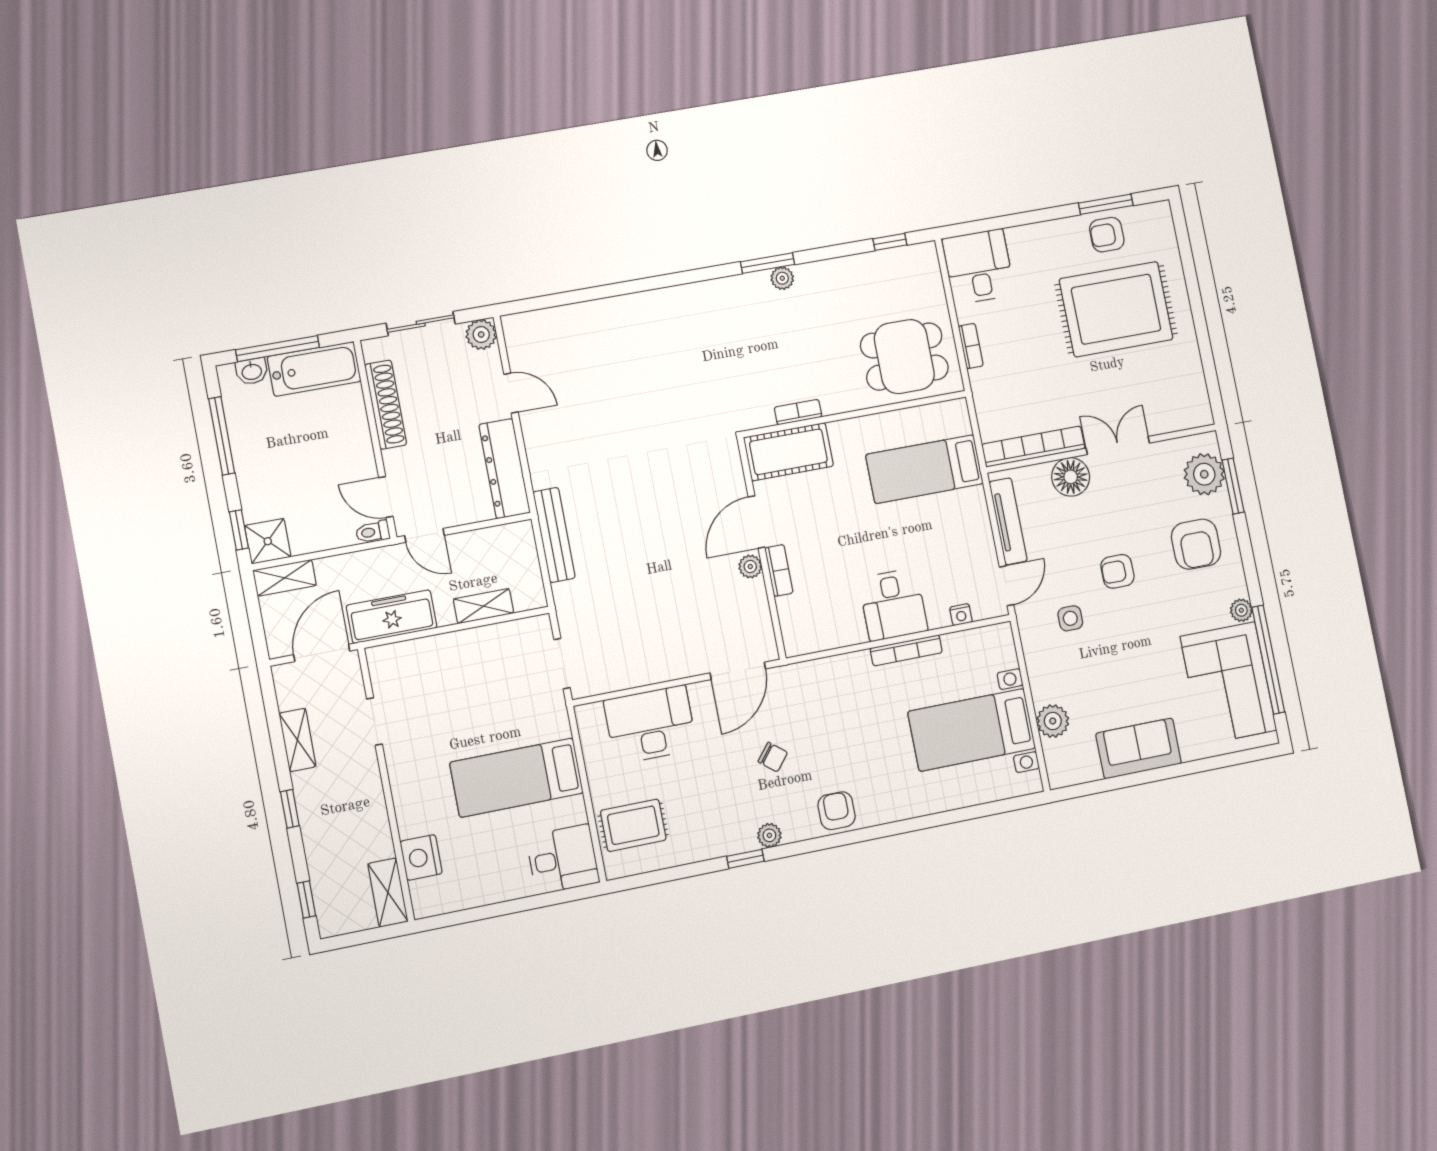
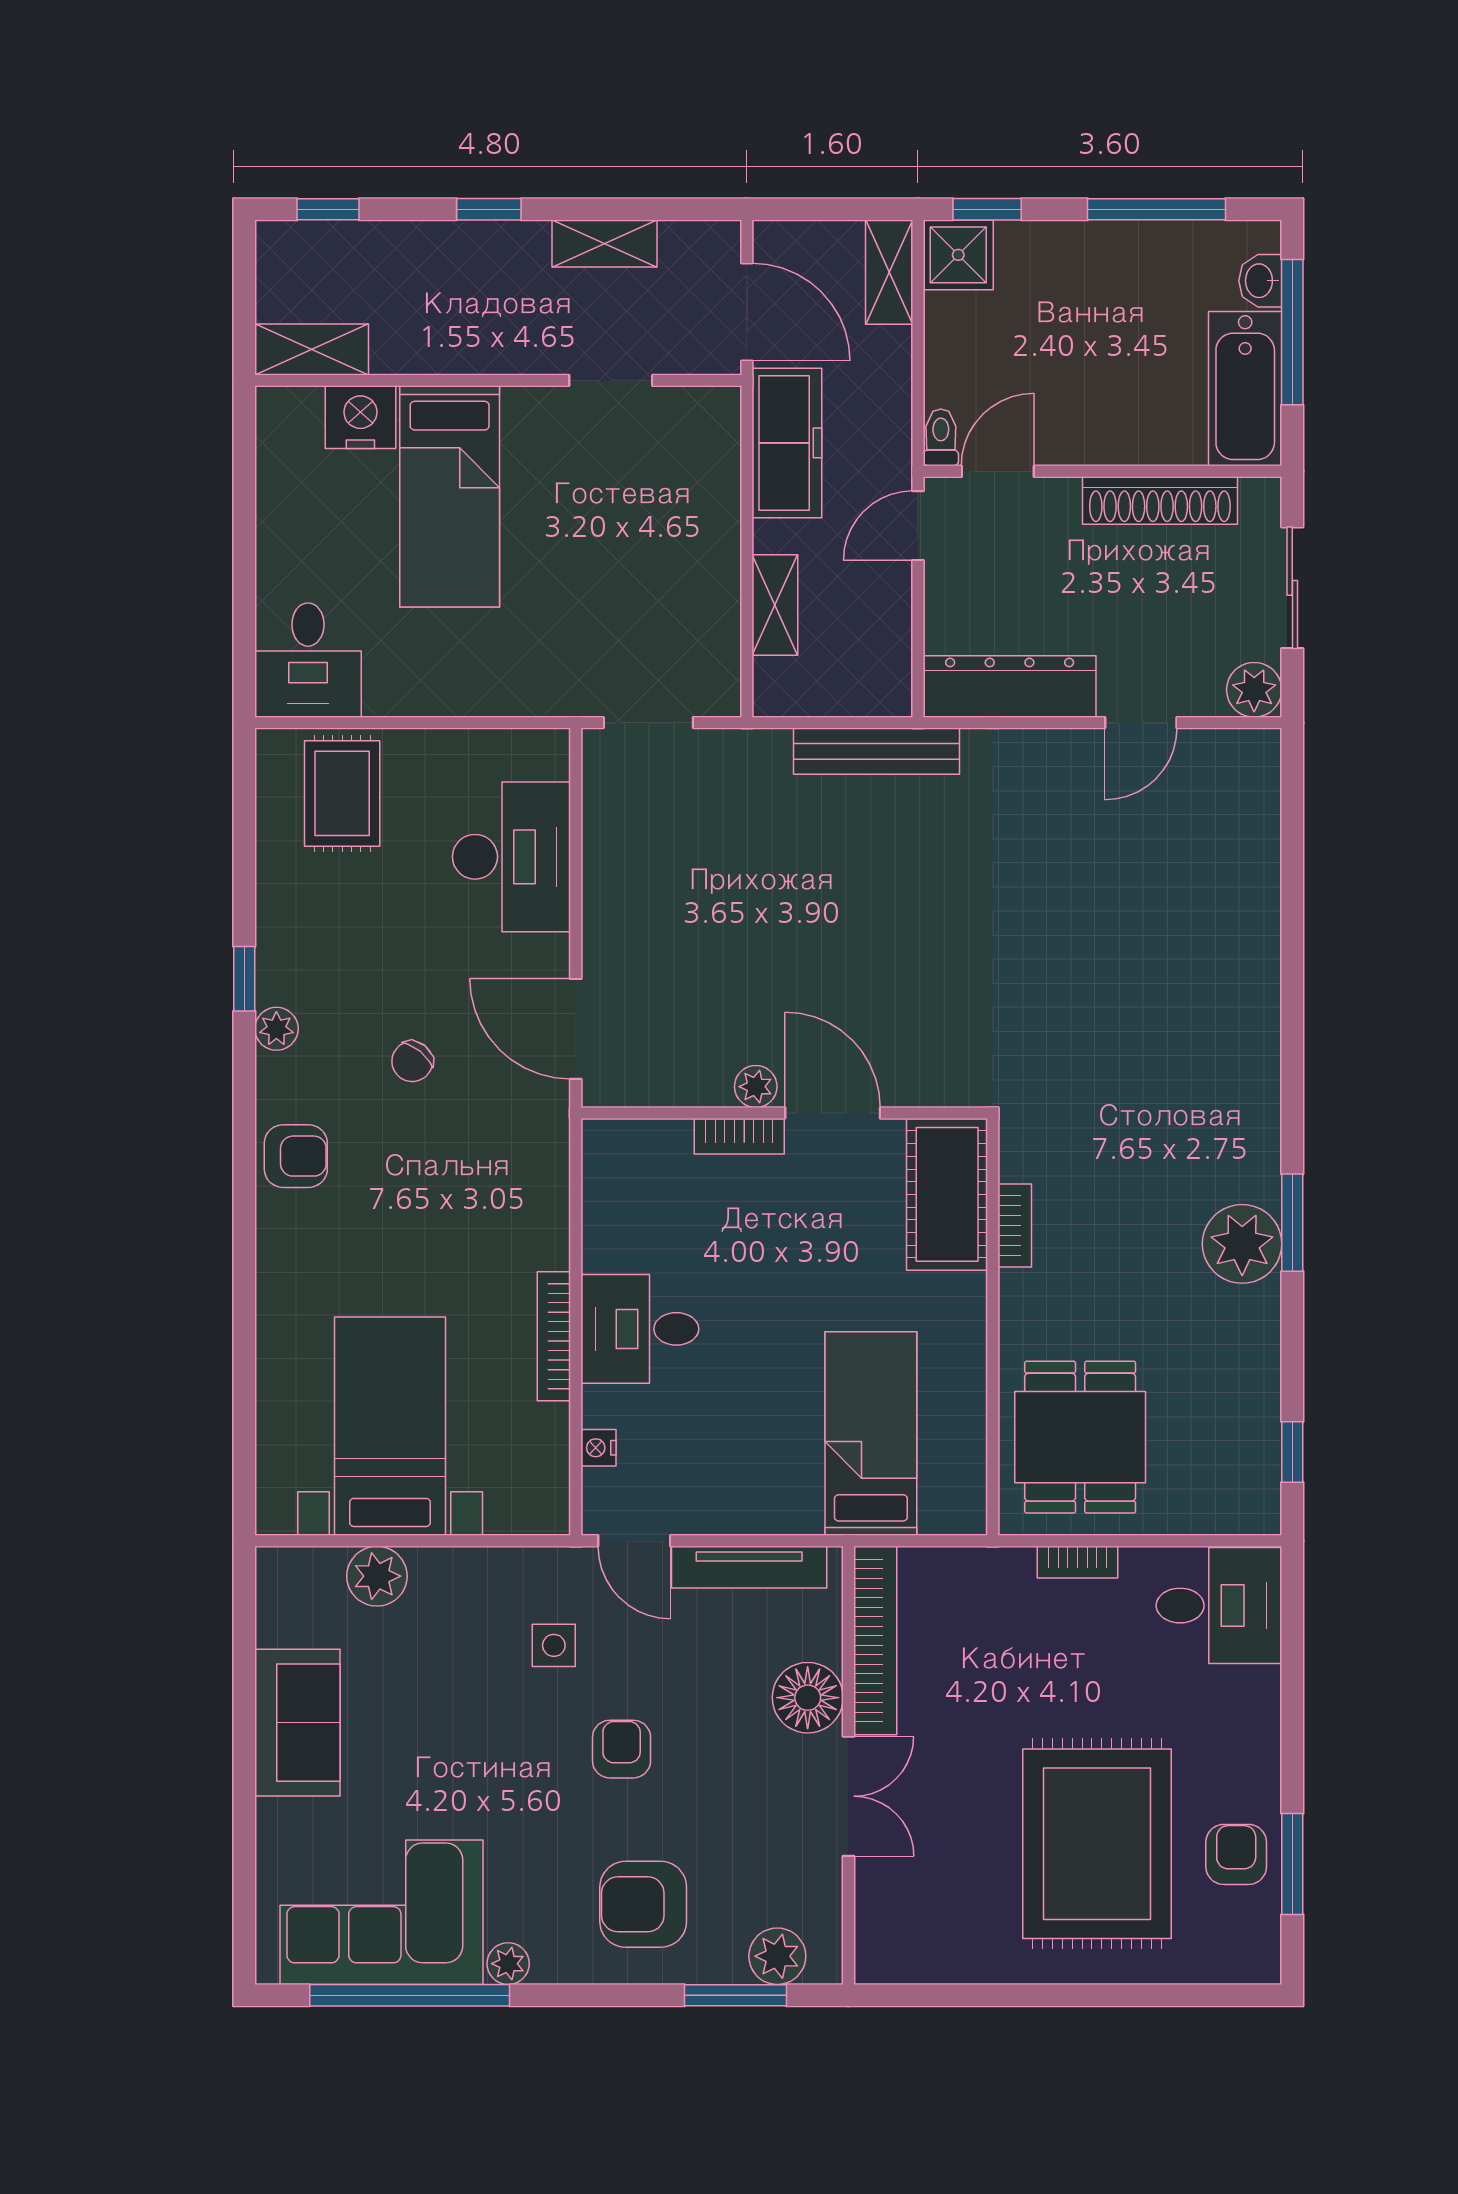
plant: (782, 278) -> (1242, 1244), width x1.88, depth x1.88
plant: (1204, 474) -> (777, 1956), width x0.73, depth x0.73
bed: (517, 778) -> (450, 496), moved, turned 180

